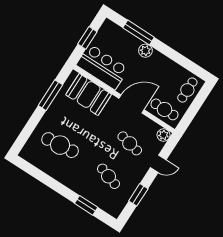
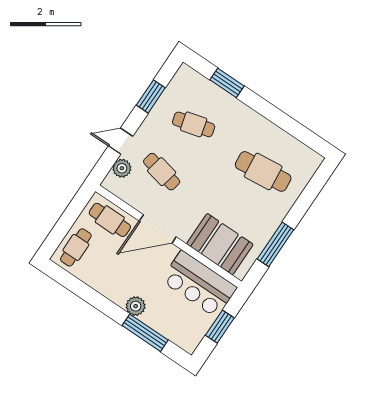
plant: (164, 135) -> (122, 168), moved
cafe table: (108, 176) -> (194, 124), turned -33

